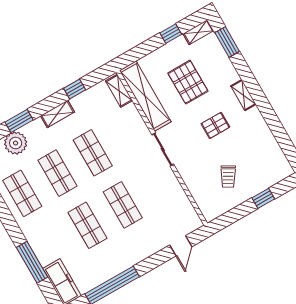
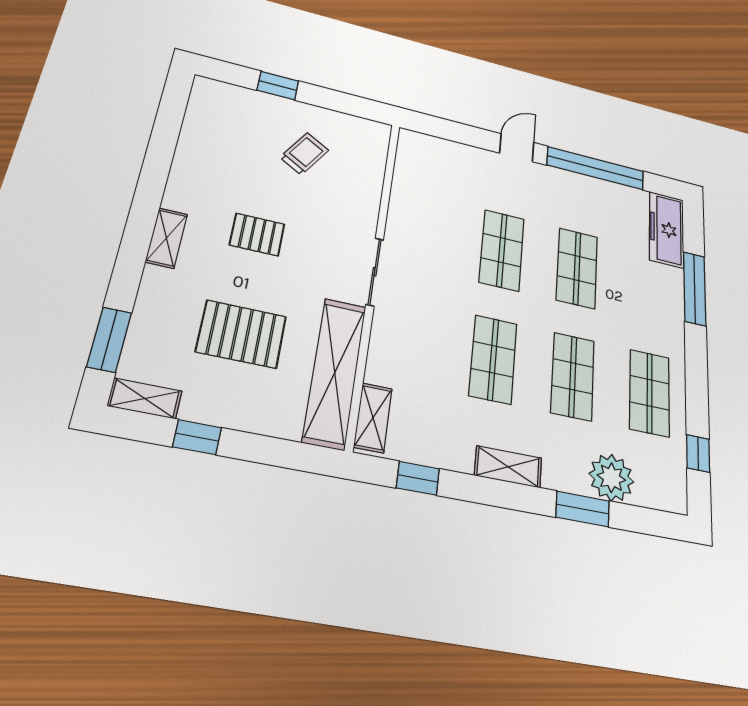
pallet: (188, 82) -> (241, 334), turned 90
window: (75, 89) -> (418, 478), moved
door: (181, 246) -> (517, 148), moved

